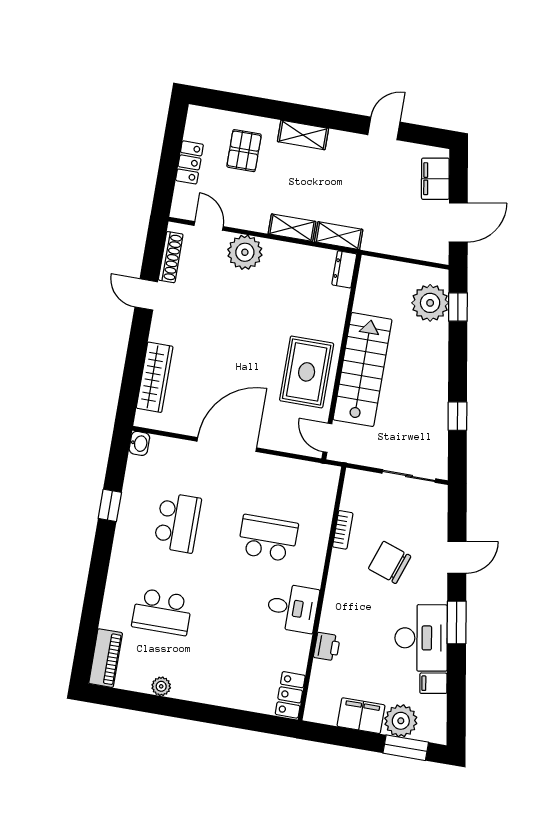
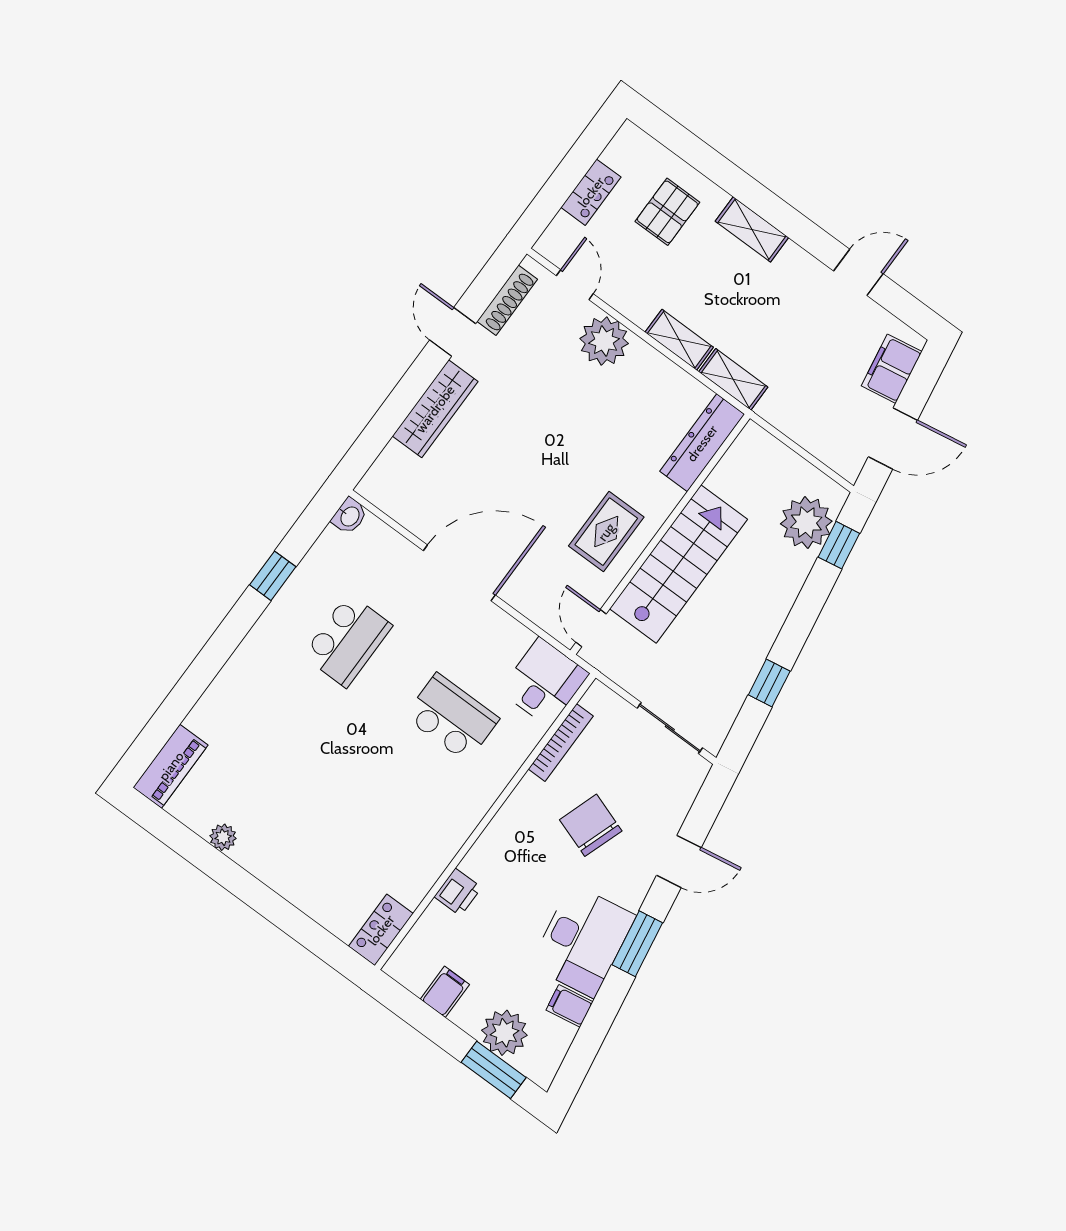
dresser: (344, 269) -> (702, 443), width x1.96, depth x1.24
rug: (307, 372) -> (606, 532), width x0.73, depth x0.70
wardrobe: (155, 377) -> (435, 409), moved
bookcase: (343, 530) -> (561, 742), width x1.56
desk: (292, 608) -> (544, 682), moved, turned -90
school desk: (162, 612) -> (271, 744), removed
filing cabinet: (361, 716) -> (445, 992), width x0.50

